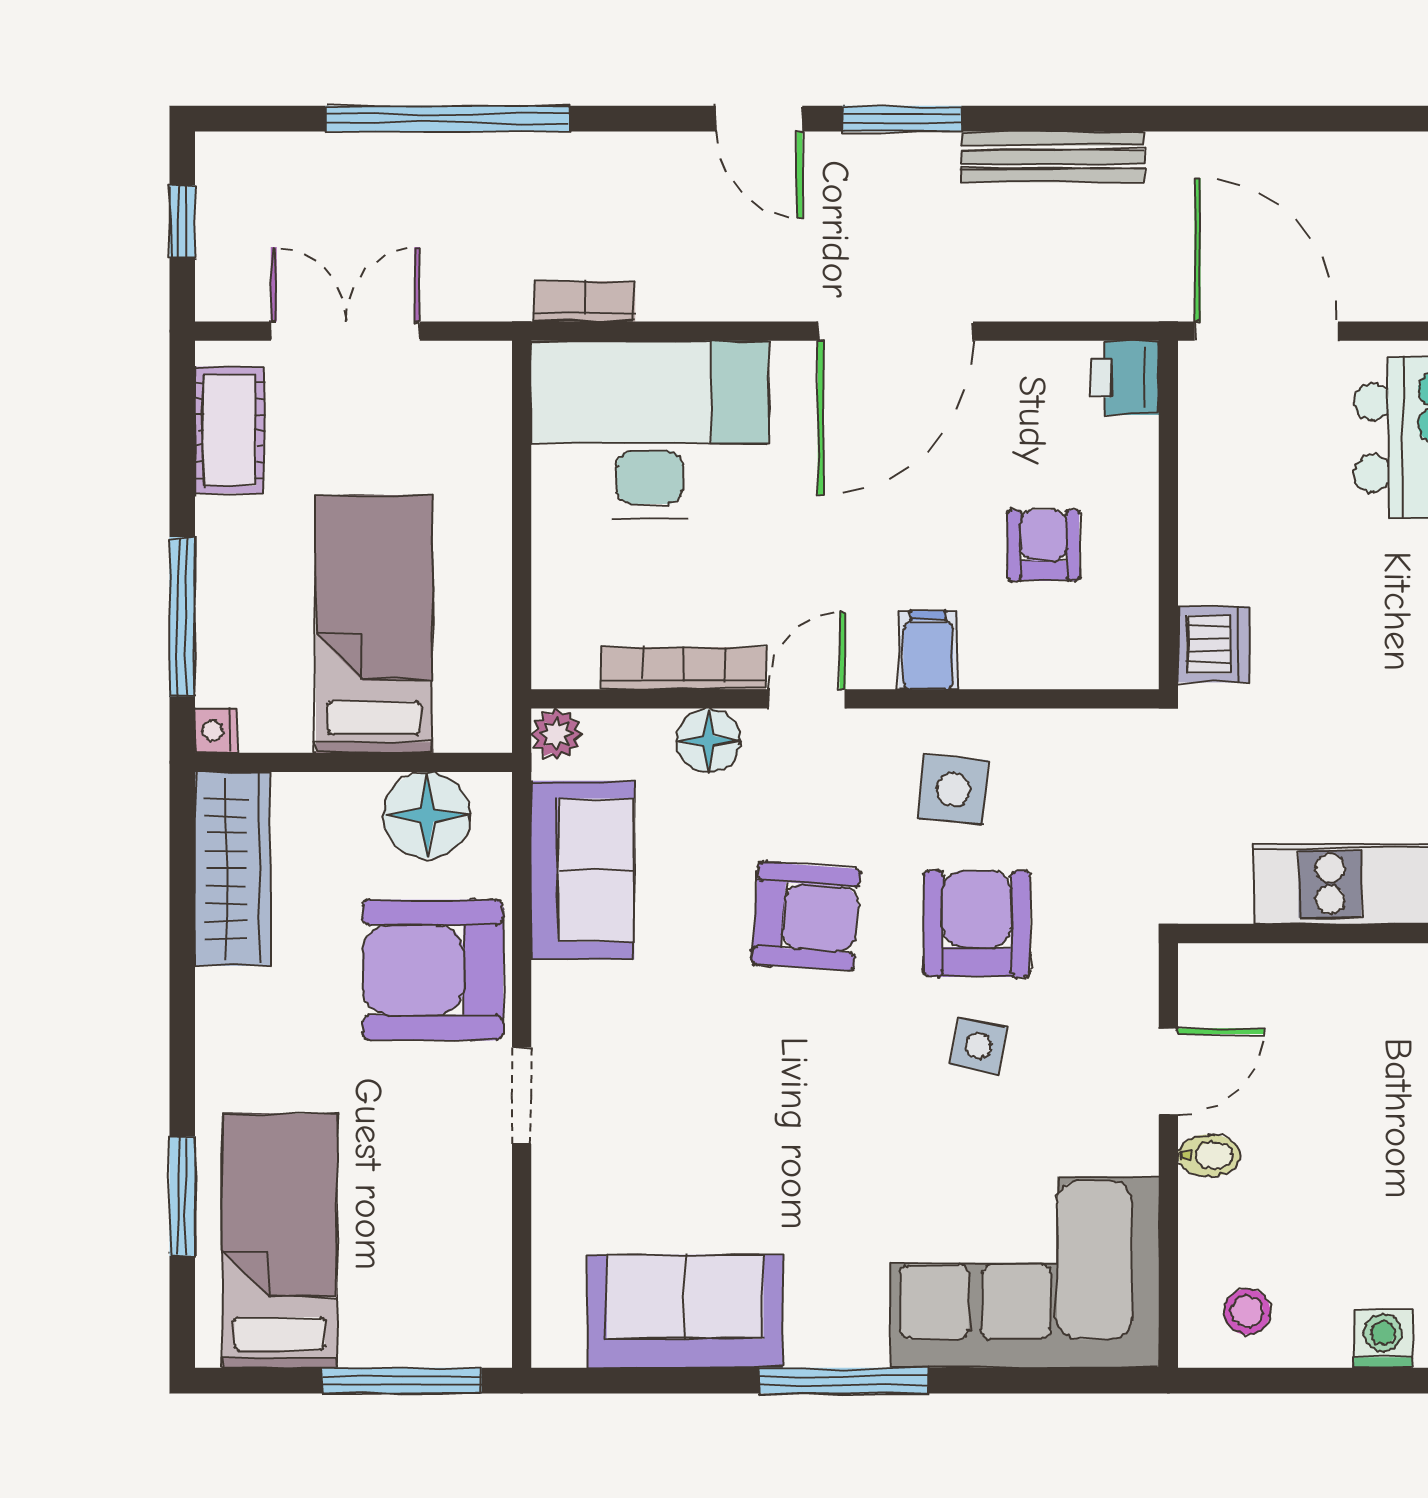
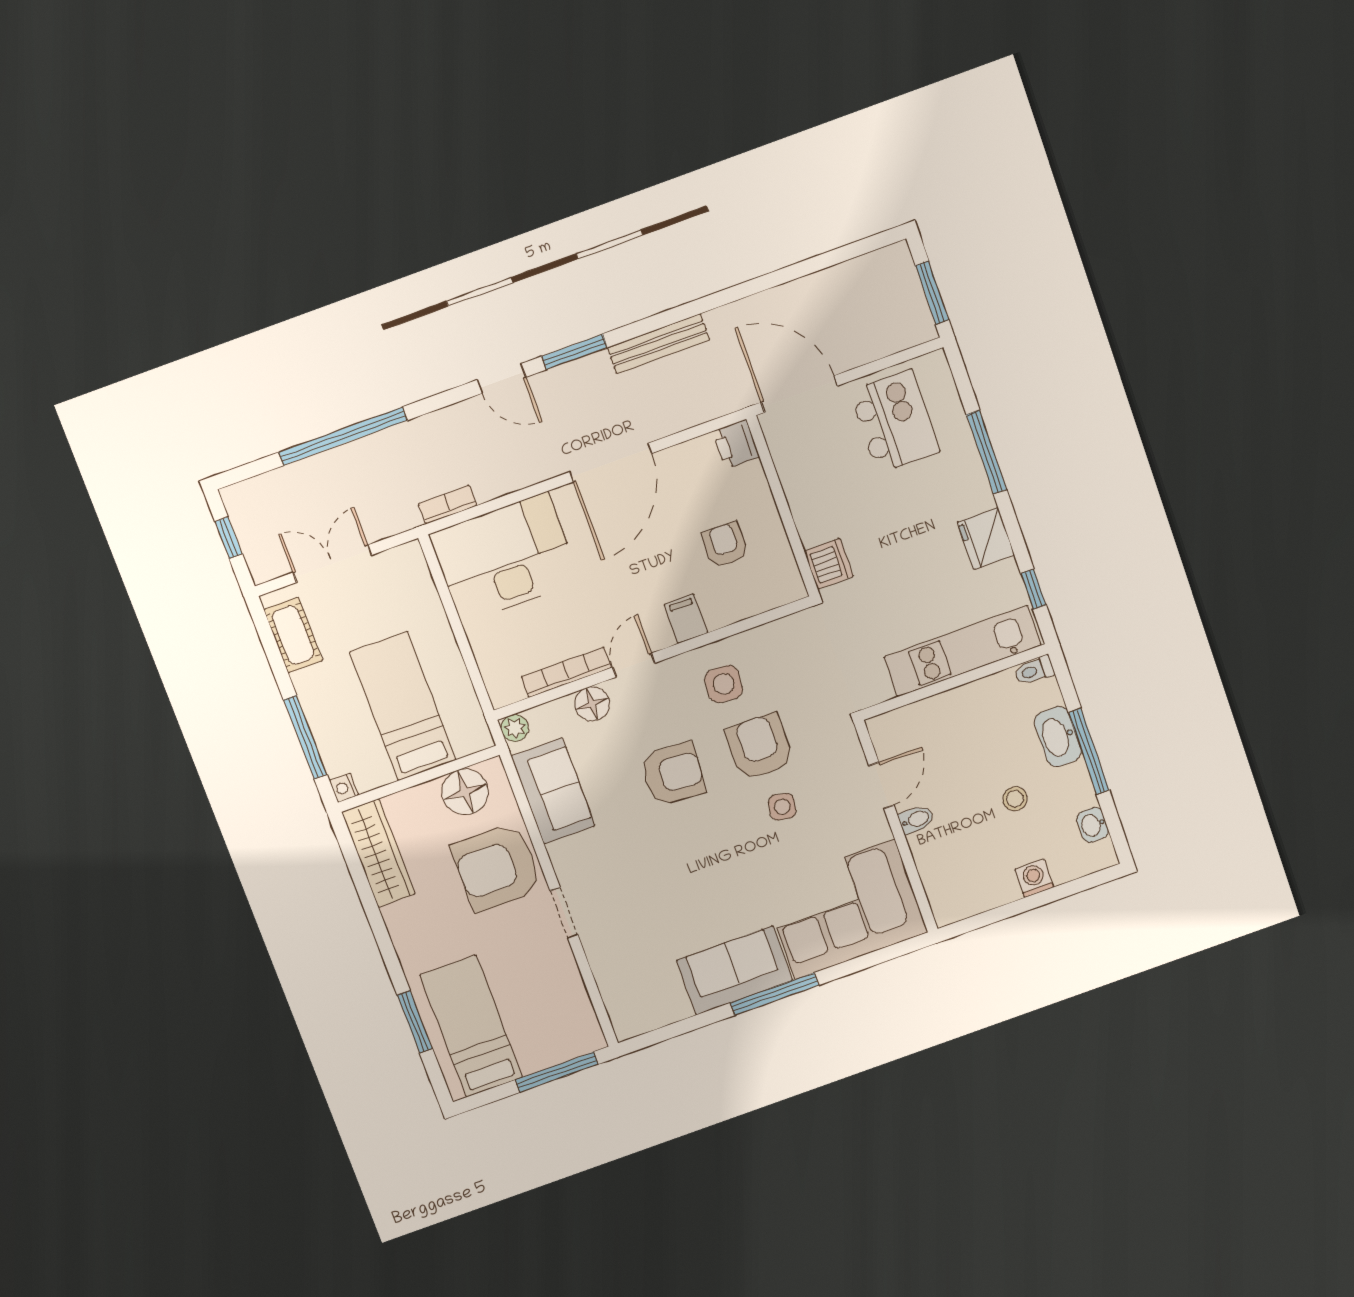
sofa: (685, 1311) -> (735, 970), moved
stool: (1247, 1312) -> (1015, 799), moved

